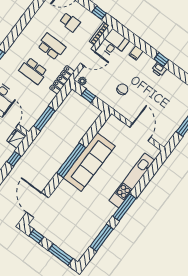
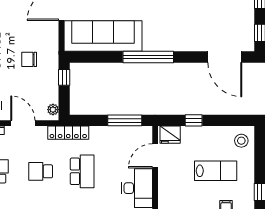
school desk: (52, 47) -> (41, 171), width x0.54
window: (88, 96) -> (64, 77), moved
sofa: (89, 162) -> (103, 36), moved
door: (38, 205) -> (225, 57), hinge flipped

